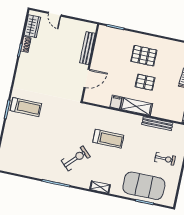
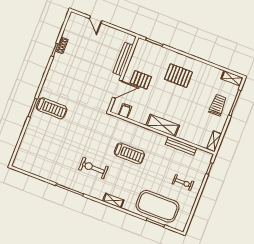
wardrobe: (32, 26) -> (71, 28), removed
pallet: (145, 82) -> (141, 80), moved
filing cabinet: (116, 102) -> (125, 111), moved
exercise bike: (76, 158) -> (93, 168), turned -134

